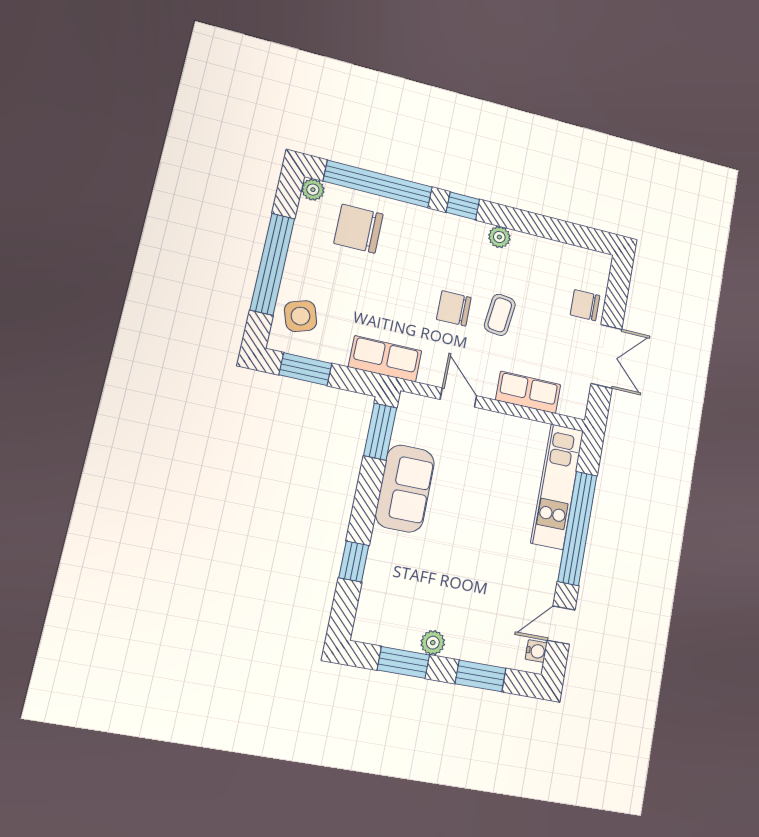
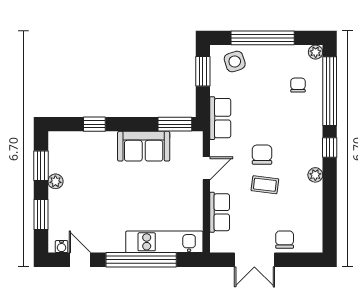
chair: (359, 229) -> (298, 85), width x0.54, depth x0.54

